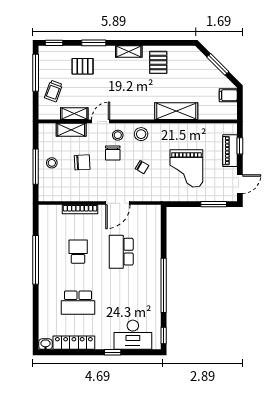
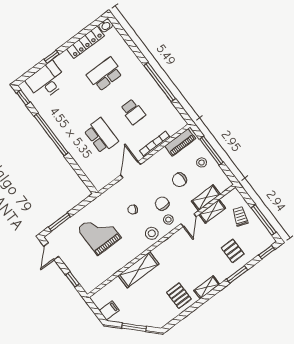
pallet: (83, 66) -> (233, 251), turned 90
piano: (230, 151) -> (180, 142), moved, turned 90

